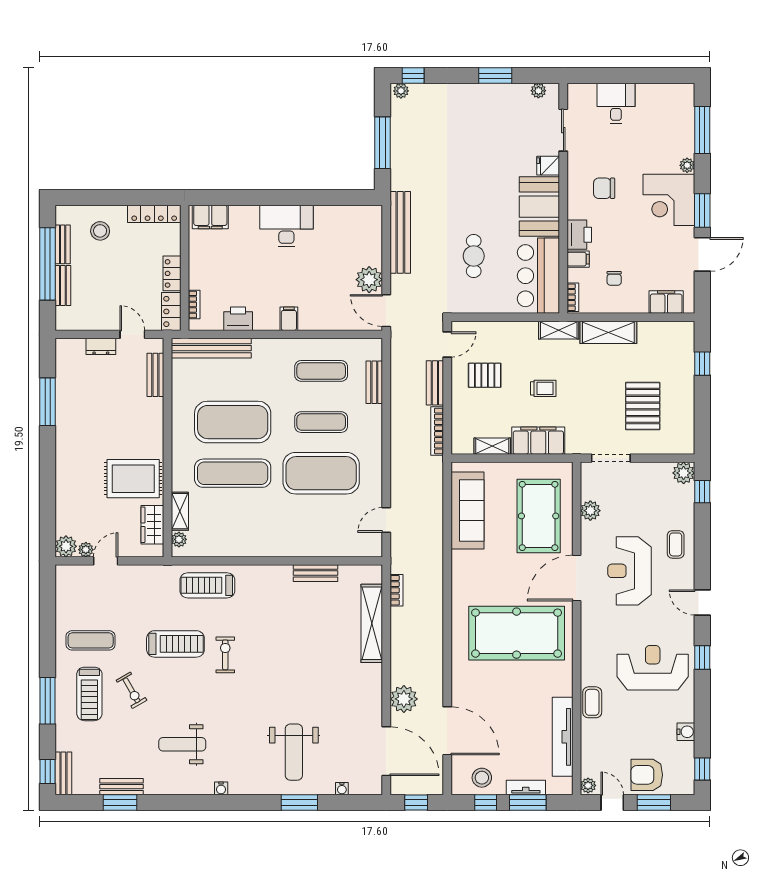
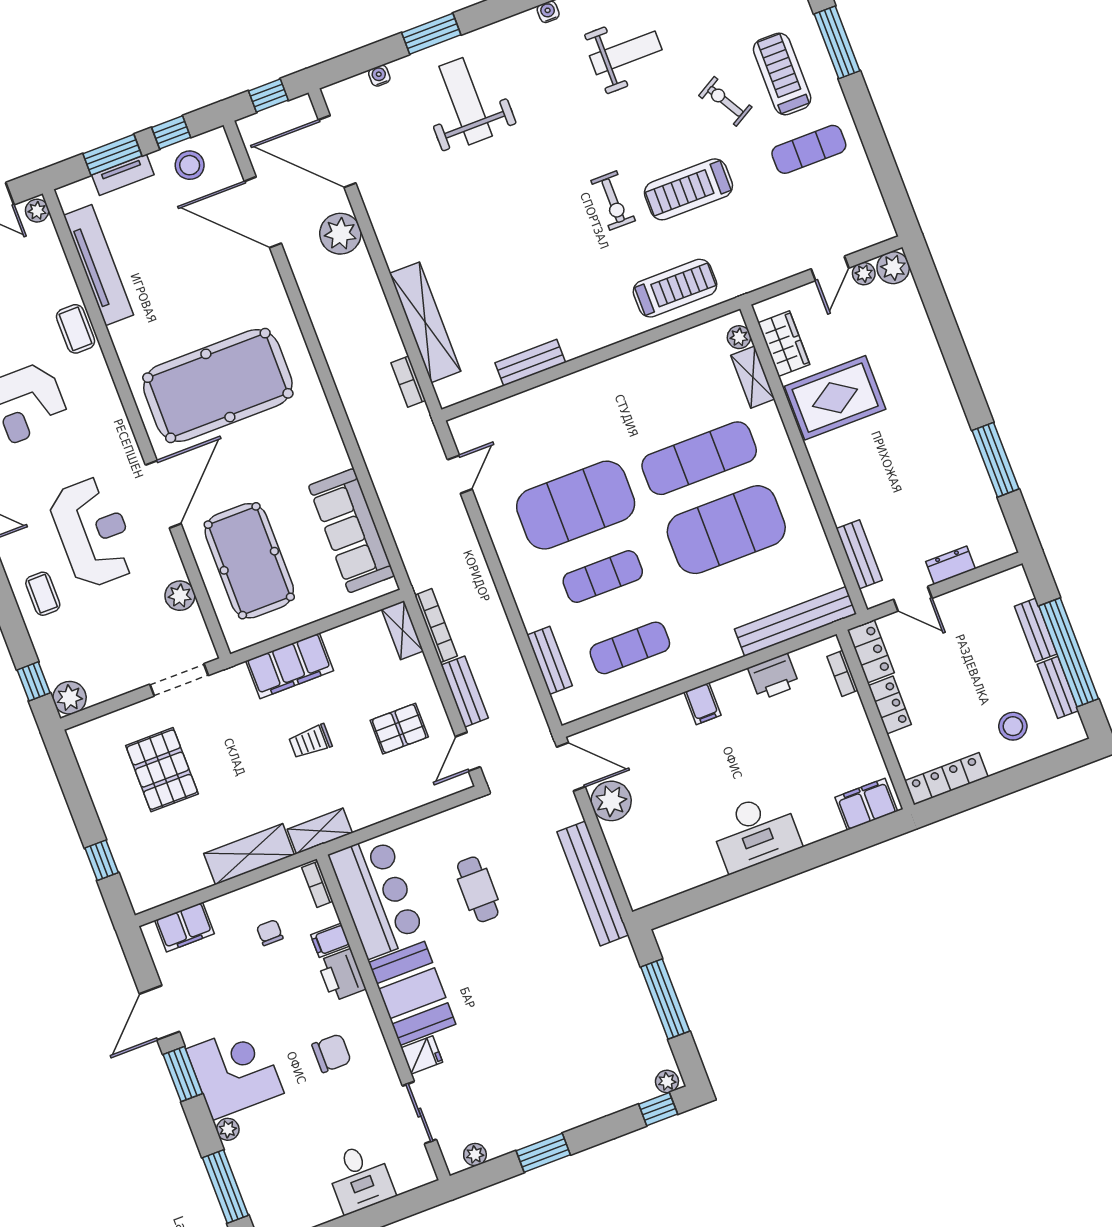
shelving: (492, 446) -> (402, 630), moved, turned 90

